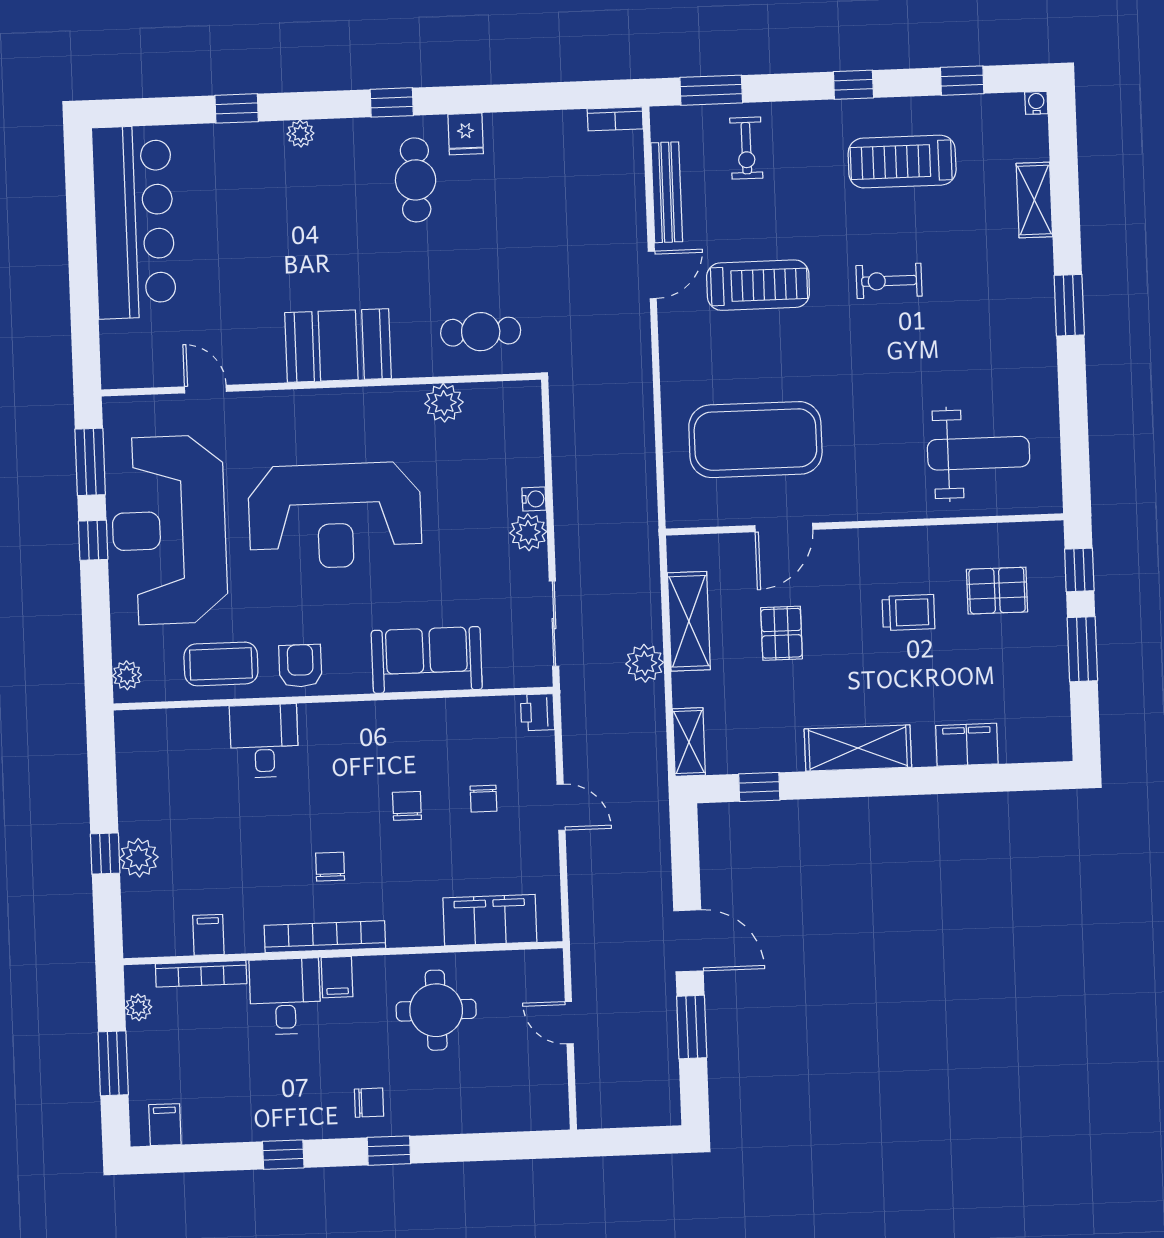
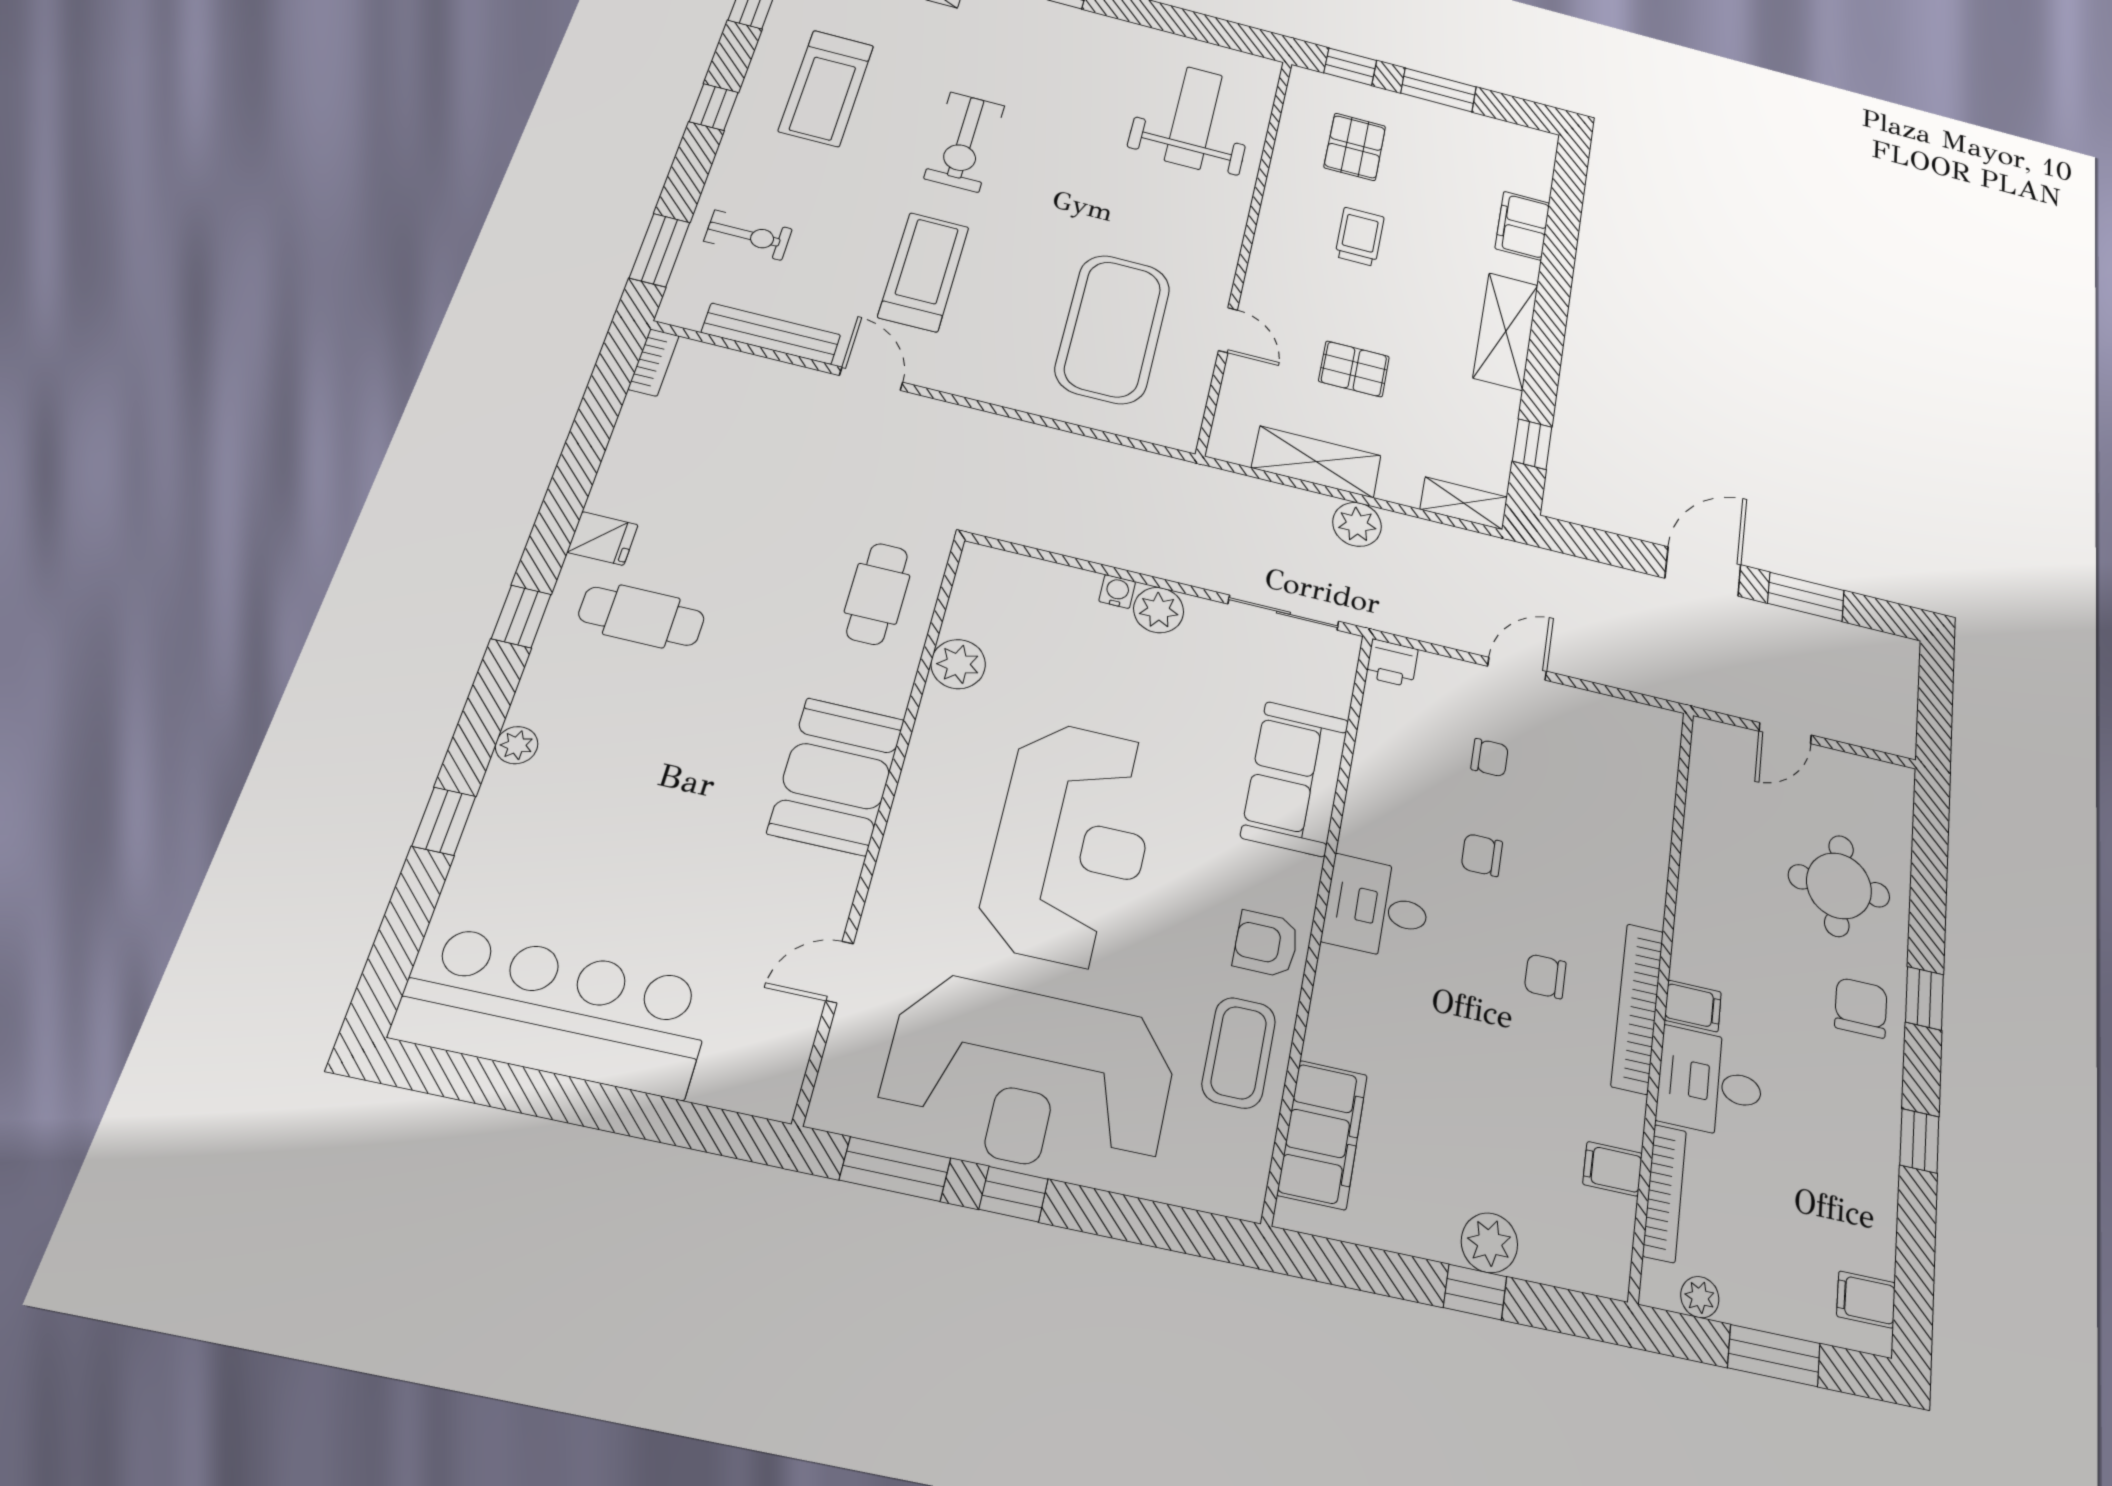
exercise bike: (889, 281) -> (964, 142), width x1.38, depth x1.39
door: (784, 528) -> (1228, 330), width x0.73
plant: (127, 675) -> (1224, 1194), removed
desk: (264, 741) -> (1377, 908), moved
filing cabinet: (490, 920) -> (1322, 1134), moved, turned 180
round table: (436, 1010) -> (1839, 886), moved
chair: (369, 1103) -> (1861, 1008), width x1.37, depth x1.37

